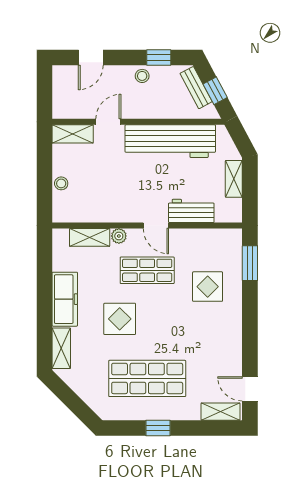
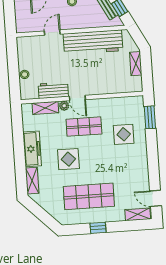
shelving: (73, 134) -> (30, 42), removed
workbench: (191, 211) -> (53, 90), moved
door: (156, 226) -> (77, 98), moved

